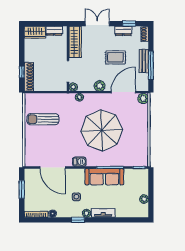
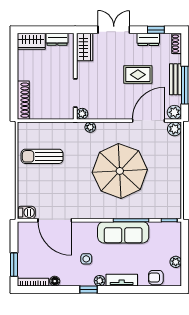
wardrobe: (75, 42) -> (85, 47), width x0.67
window: (22, 72) -> (14, 94), removed
plant: (100, 86) -> (174, 112), moved
barbecue: (79, 162) -> (26, 212), moved
window: (22, 190) -> (14, 265), moved
armchair: (129, 211) -> (156, 278), added

